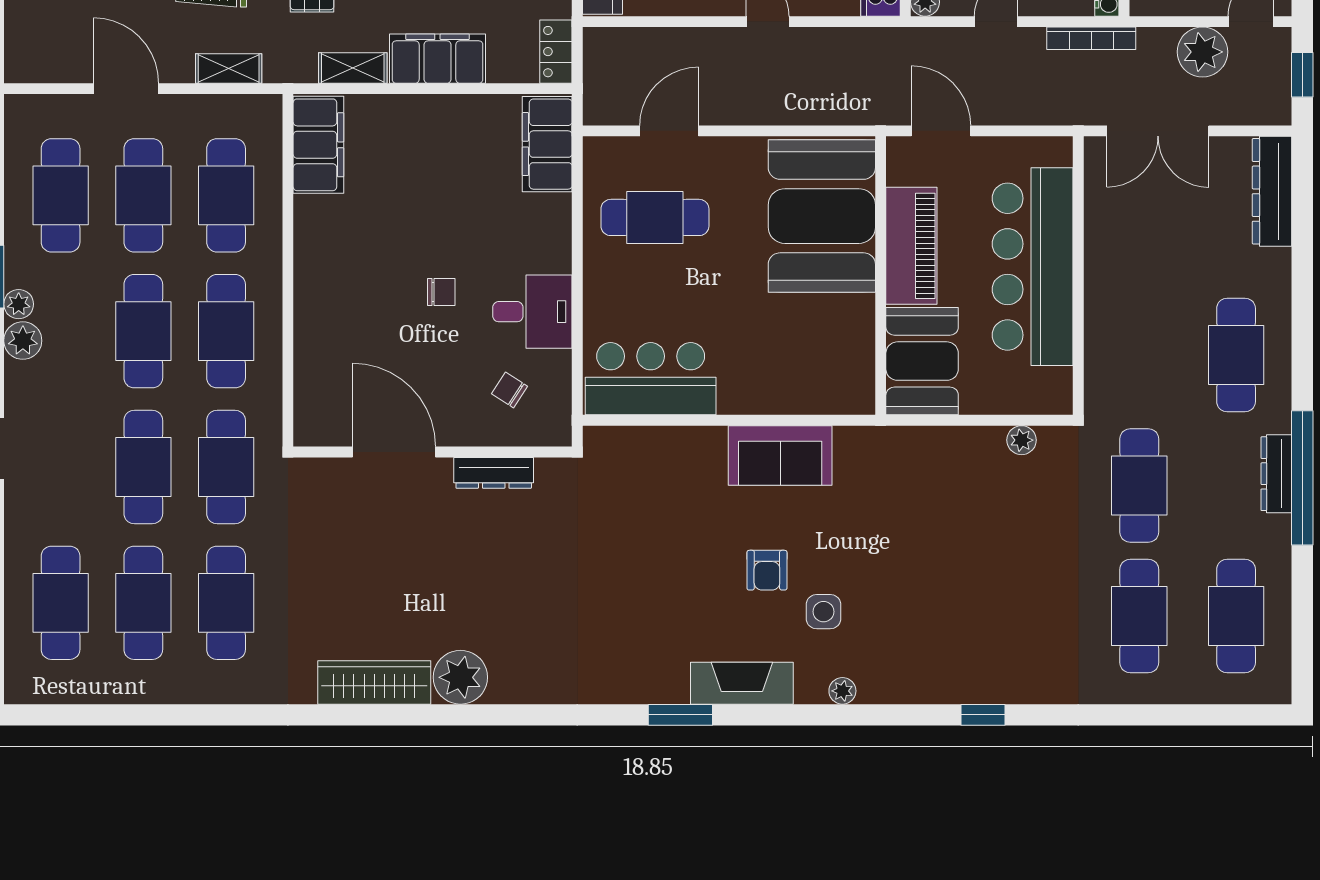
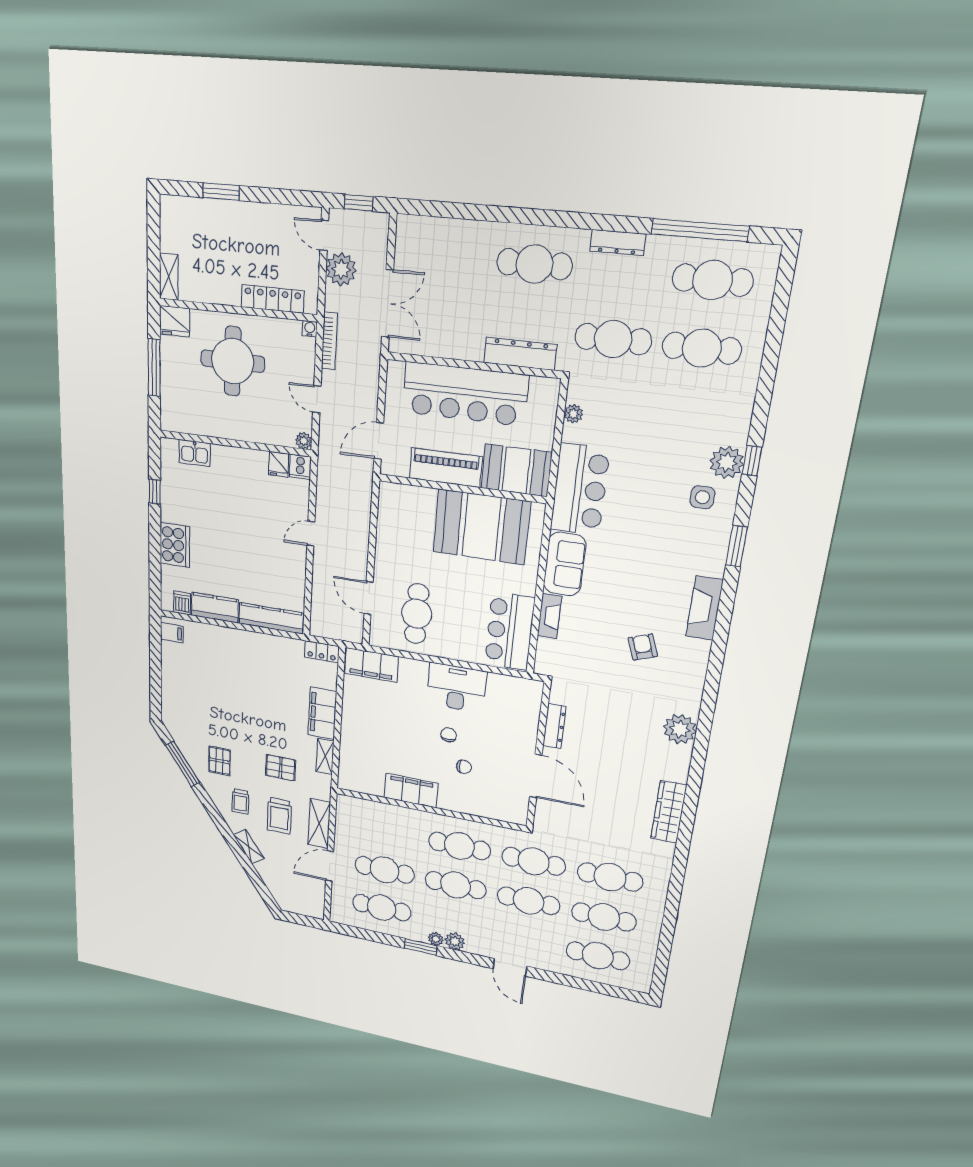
shelving: (229, 68) -> (319, 824), width x1.50, depth x1.33
filing cabinet: (318, 145) -> (411, 790), moved
dresser: (1272, 191) -> (520, 354), moved, turned 180
cafe table: (226, 195) -> (387, 831), removed
booth: (822, 216) -> (481, 527), moved
desk: (532, 312) -> (456, 688), width x1.37
chair: (510, 390) -> (464, 767), moved, turned -123
fireplace: (688, 442) -> (549, 616), added
door: (394, 452) -> (536, 776), swing flipped
bar counter: (905, 465) -> (580, 489), added
window: (1302, 478) -> (700, 230), moved
armchair: (767, 570) -> (643, 647), moved, turned -110
side table: (823, 612) -> (702, 497), moved
plant: (460, 677) -> (680, 729), moved
plant: (842, 691) -> (727, 462), moved, width x1.88, depth x1.88
window: (680, 715) -> (737, 546), moved

